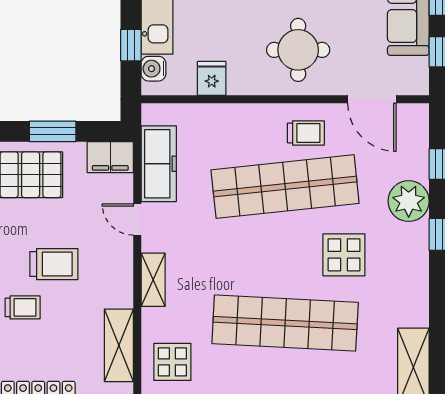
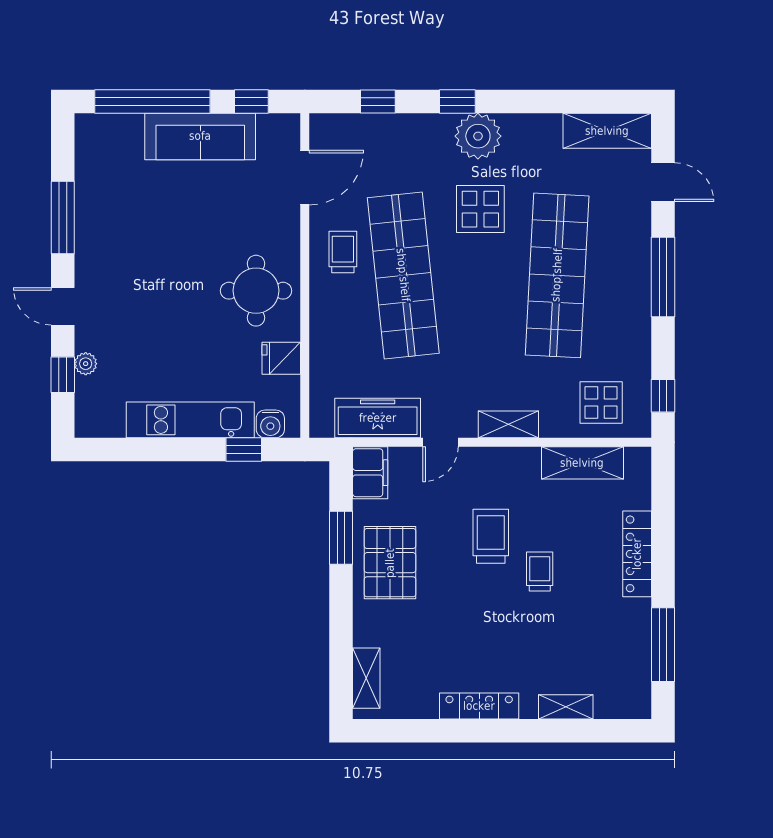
round table: (298, 50) -> (256, 291), moved
plant: (409, 201) -> (478, 136), moved

